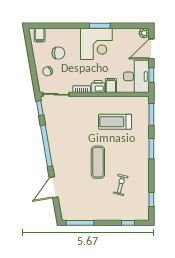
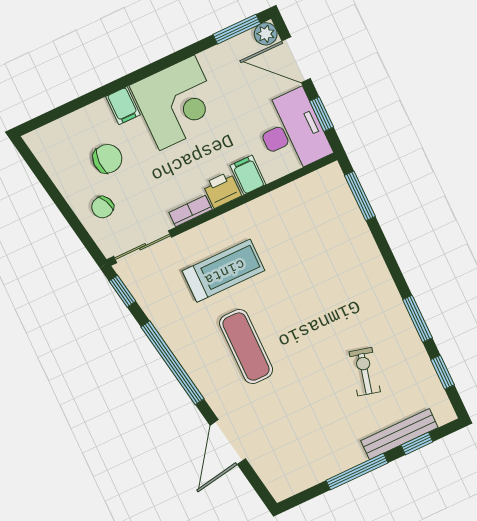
window: (100, 26) -> (237, 29), moved
filing cabinet: (40, 35) -> (123, 106), moved
door: (151, 49) -> (296, 60), hinge flipped
treadmill: (115, 122) -> (224, 271), moved, turned 180
window: (151, 149) -> (417, 319), moved
exercise mat: (98, 162) -> (246, 347), moved
bench: (123, 216) -> (399, 434), added
window: (80, 223) -> (357, 472), moved

